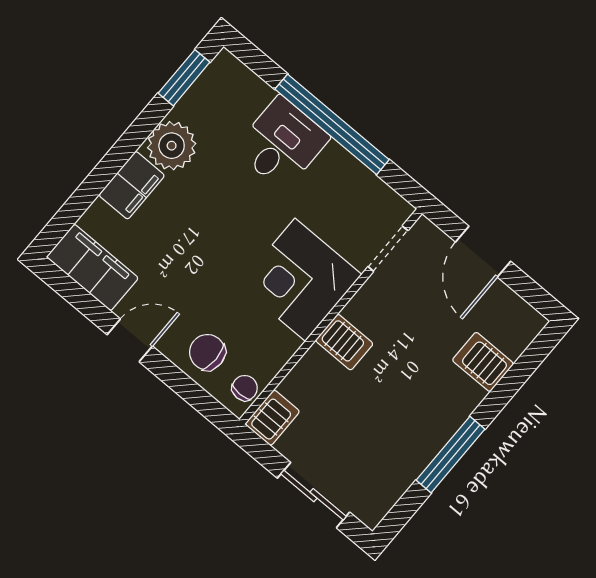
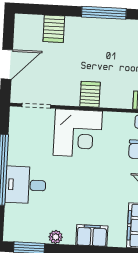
plant: (172, 146) -> (56, 237), width x0.53, depth x0.53

